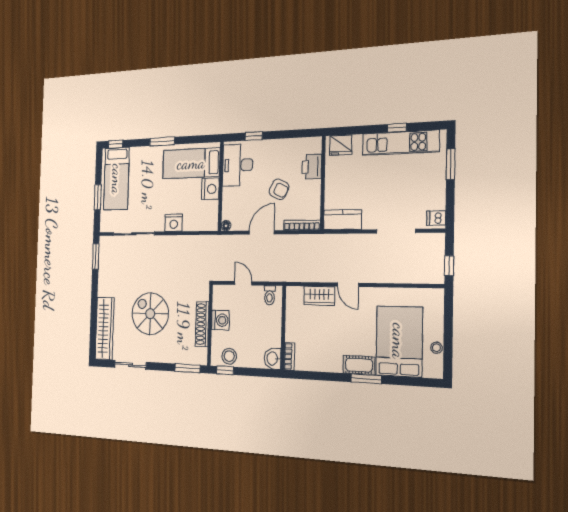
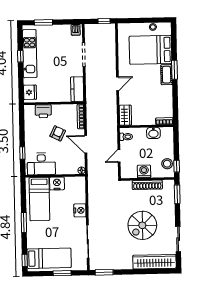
wardrobe: (319, 296) -> (125, 115), moved
washbasin: (273, 359) -> (153, 133), moved

